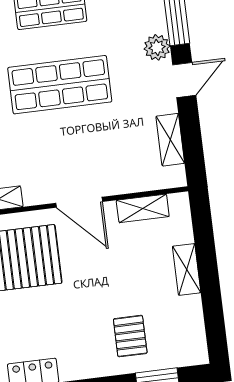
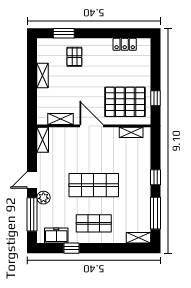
shelving: (170, 140) -> (43, 140), moved
shelving: (187, 269) -> (43, 75), moved

